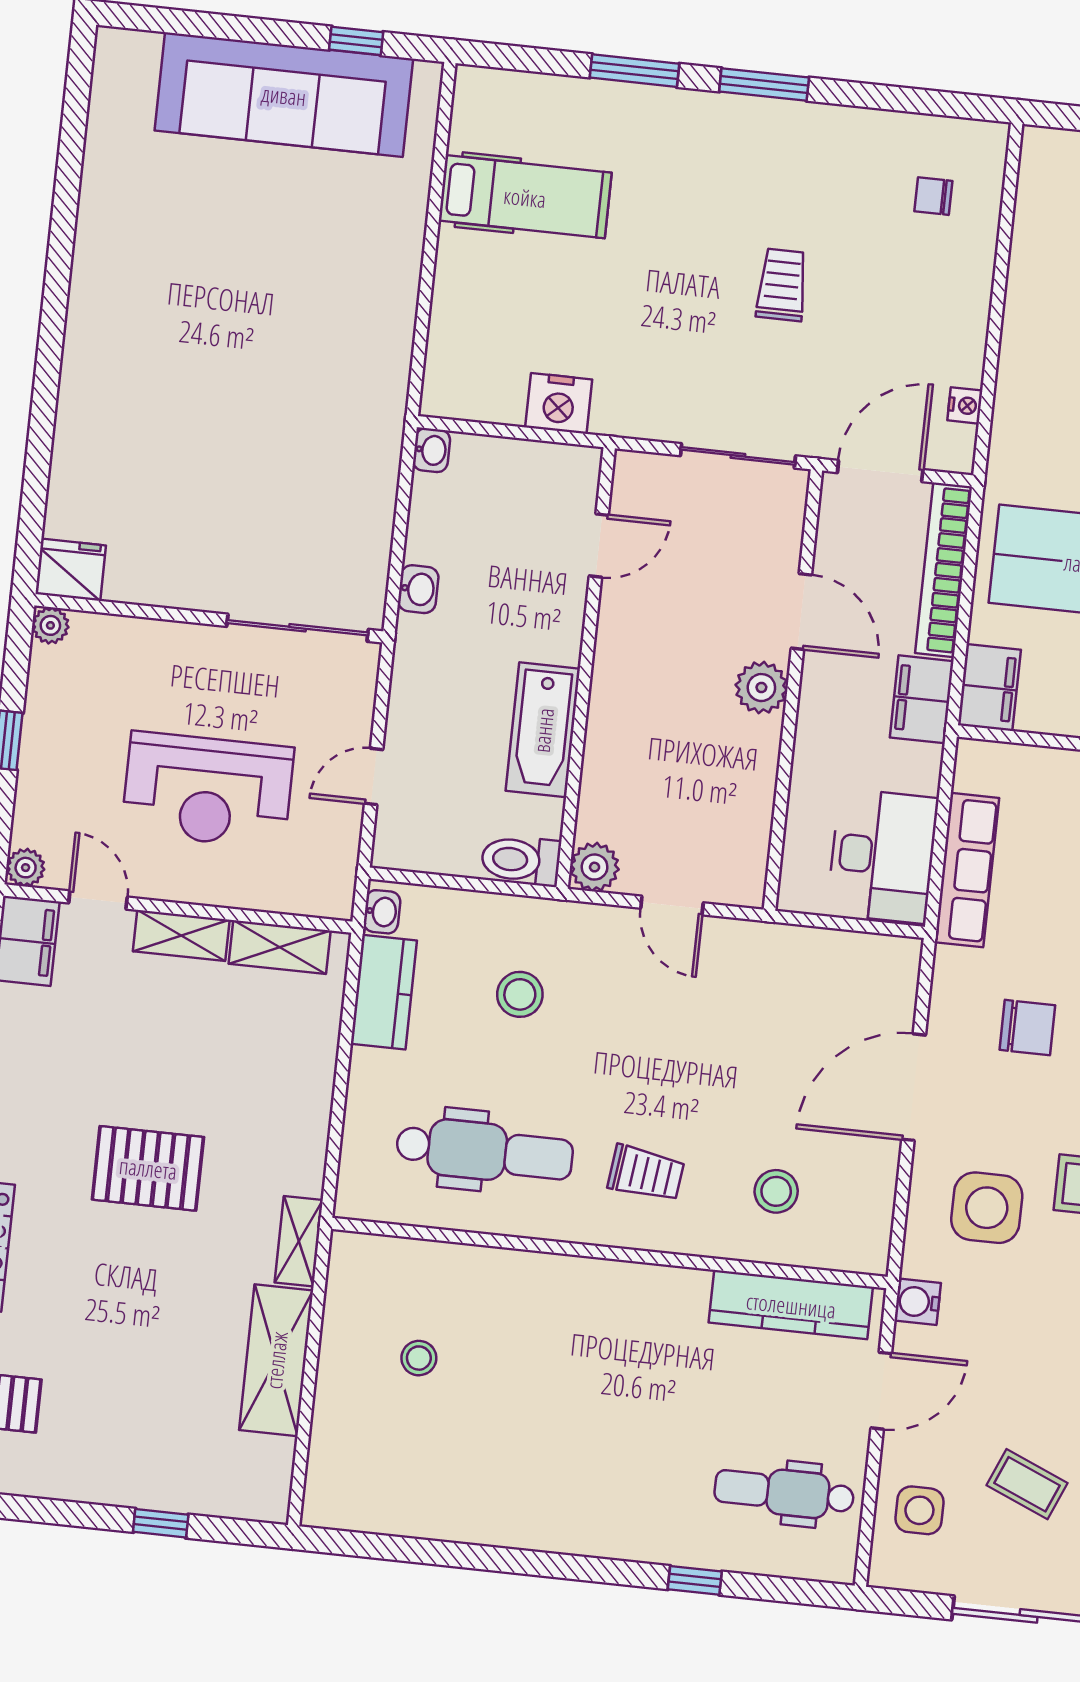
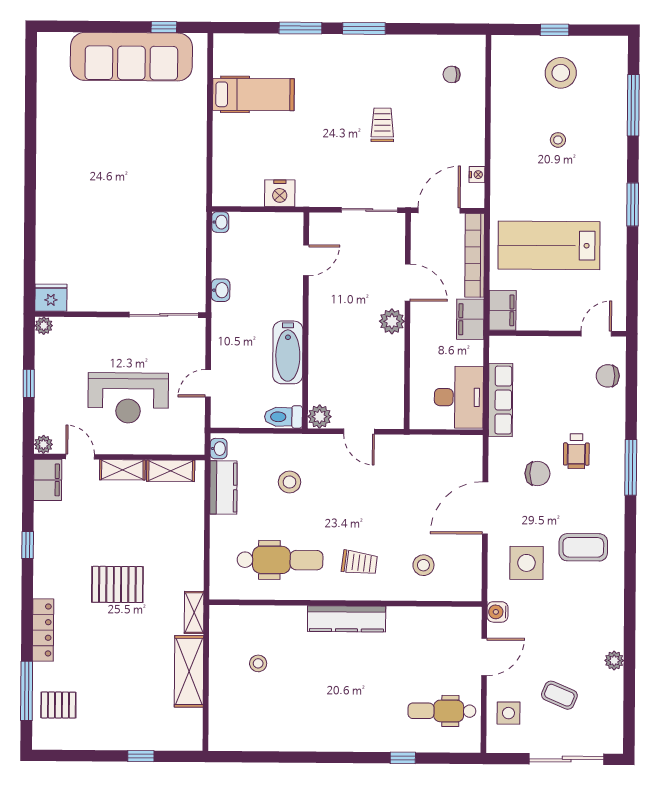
kitchen counter: (791, 1305) -> (347, 619), moved

